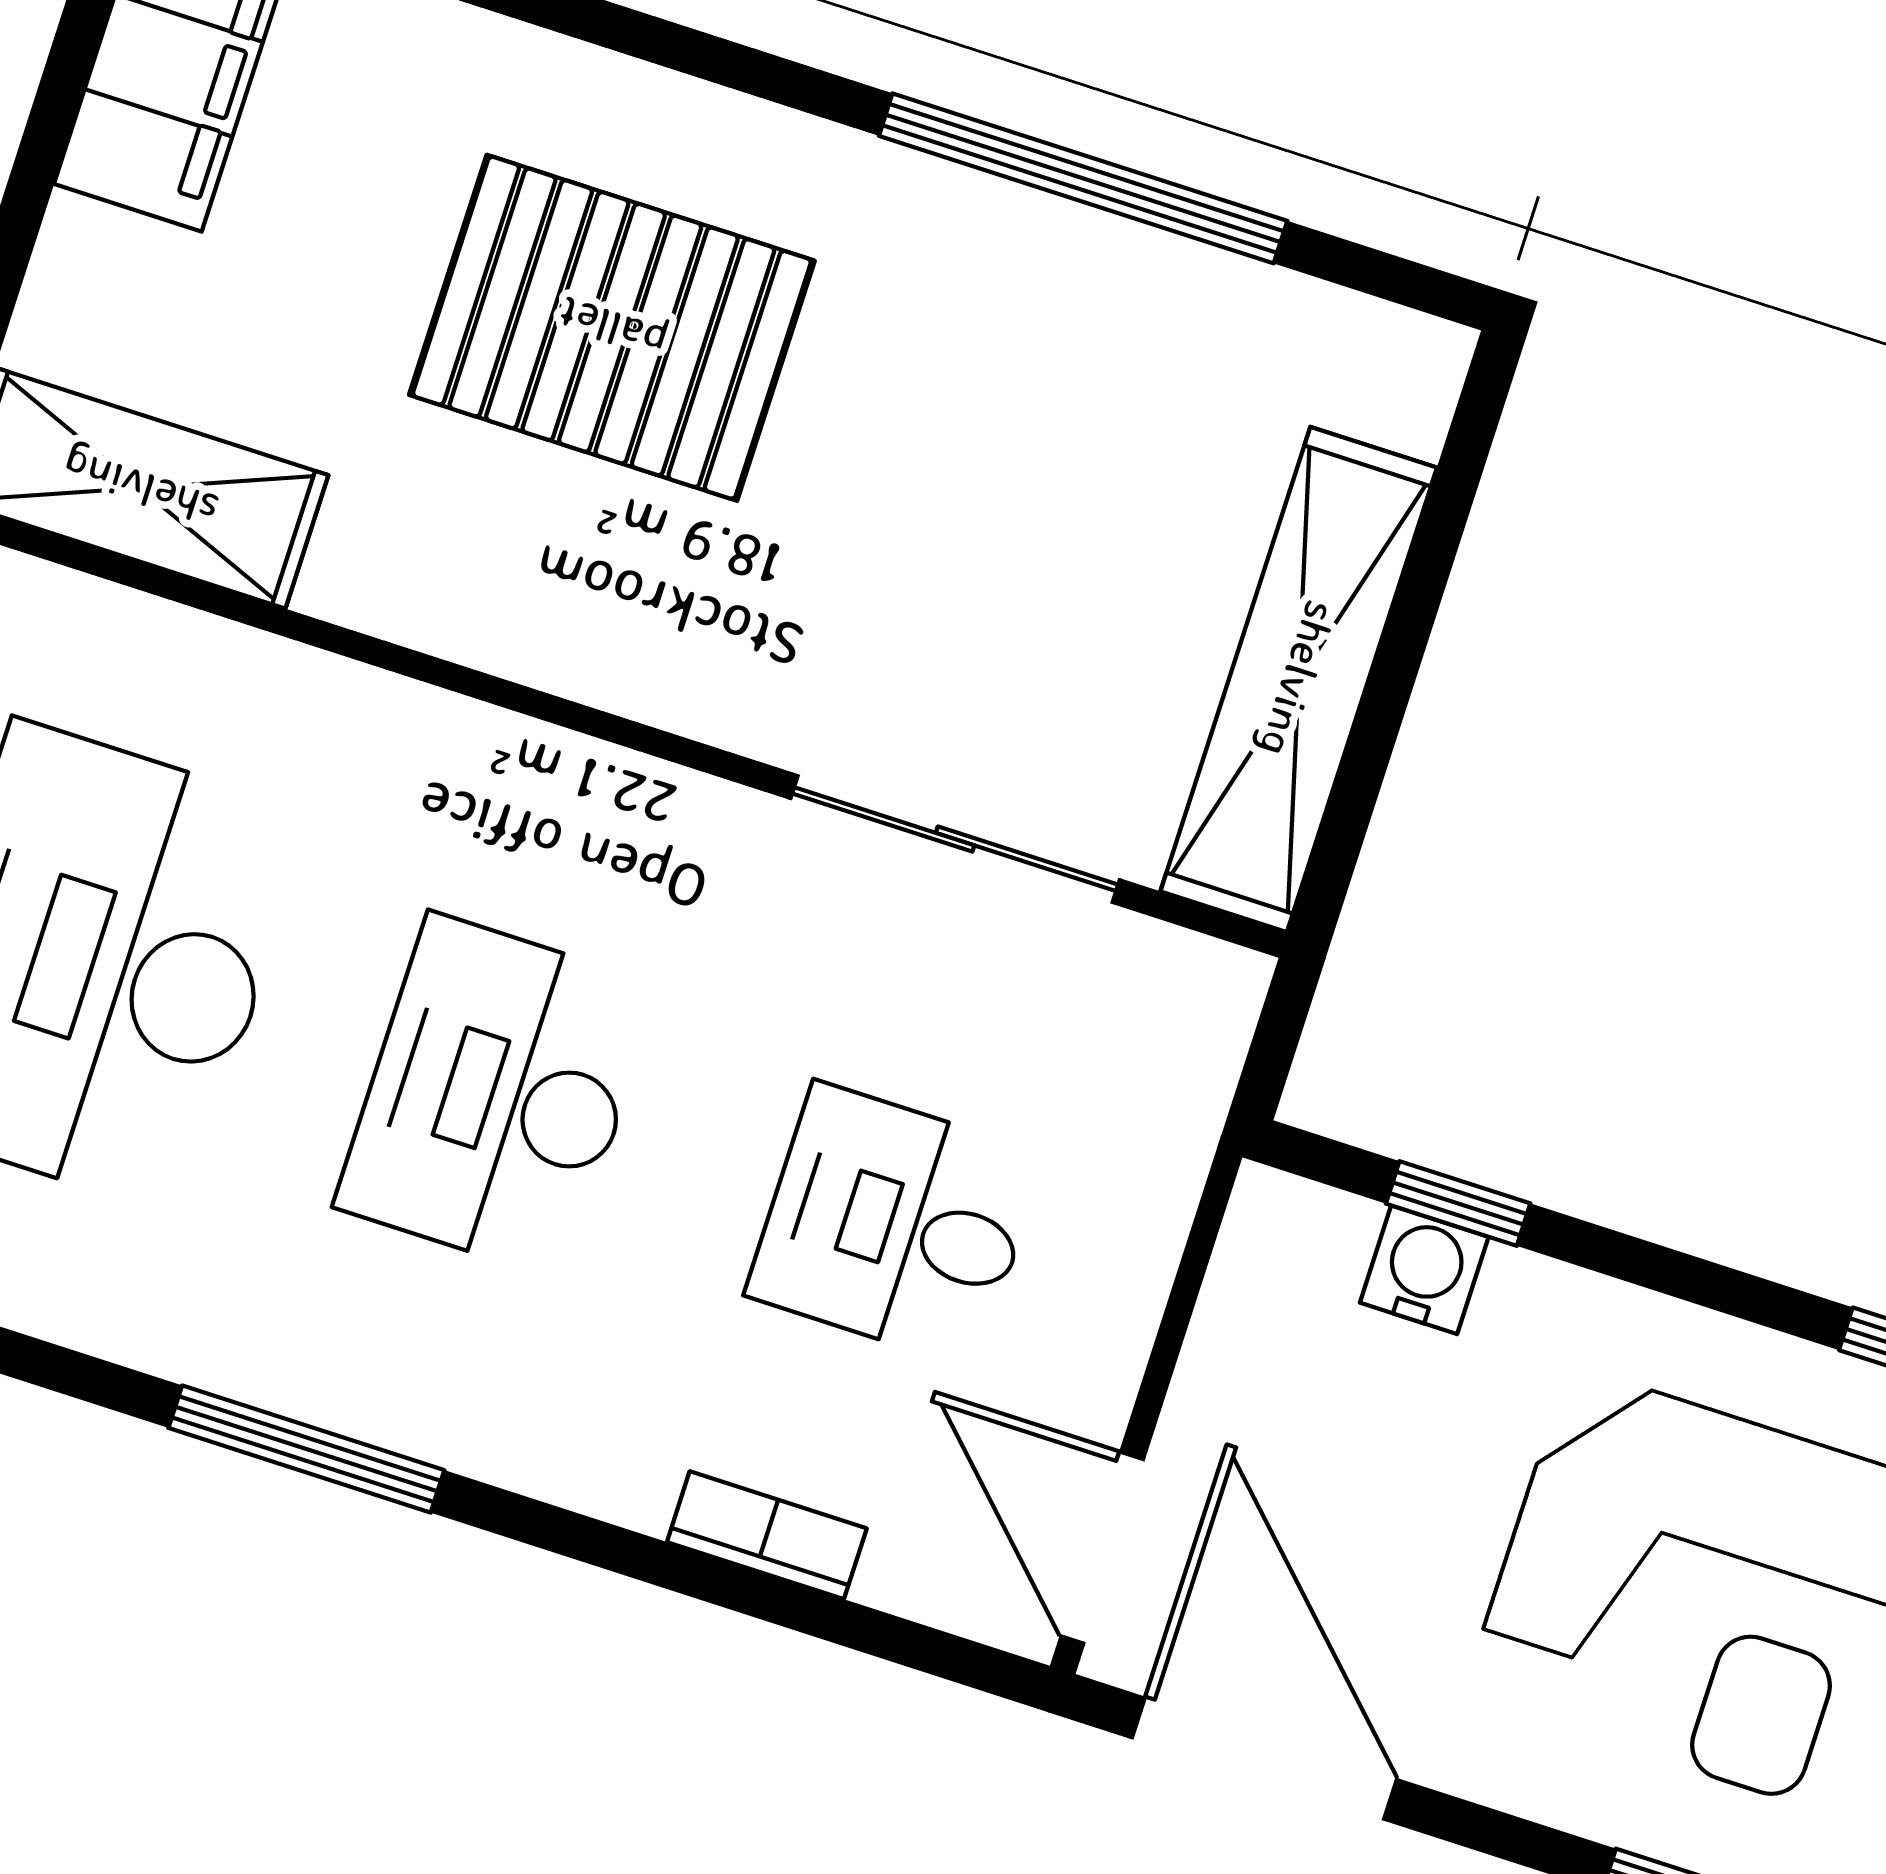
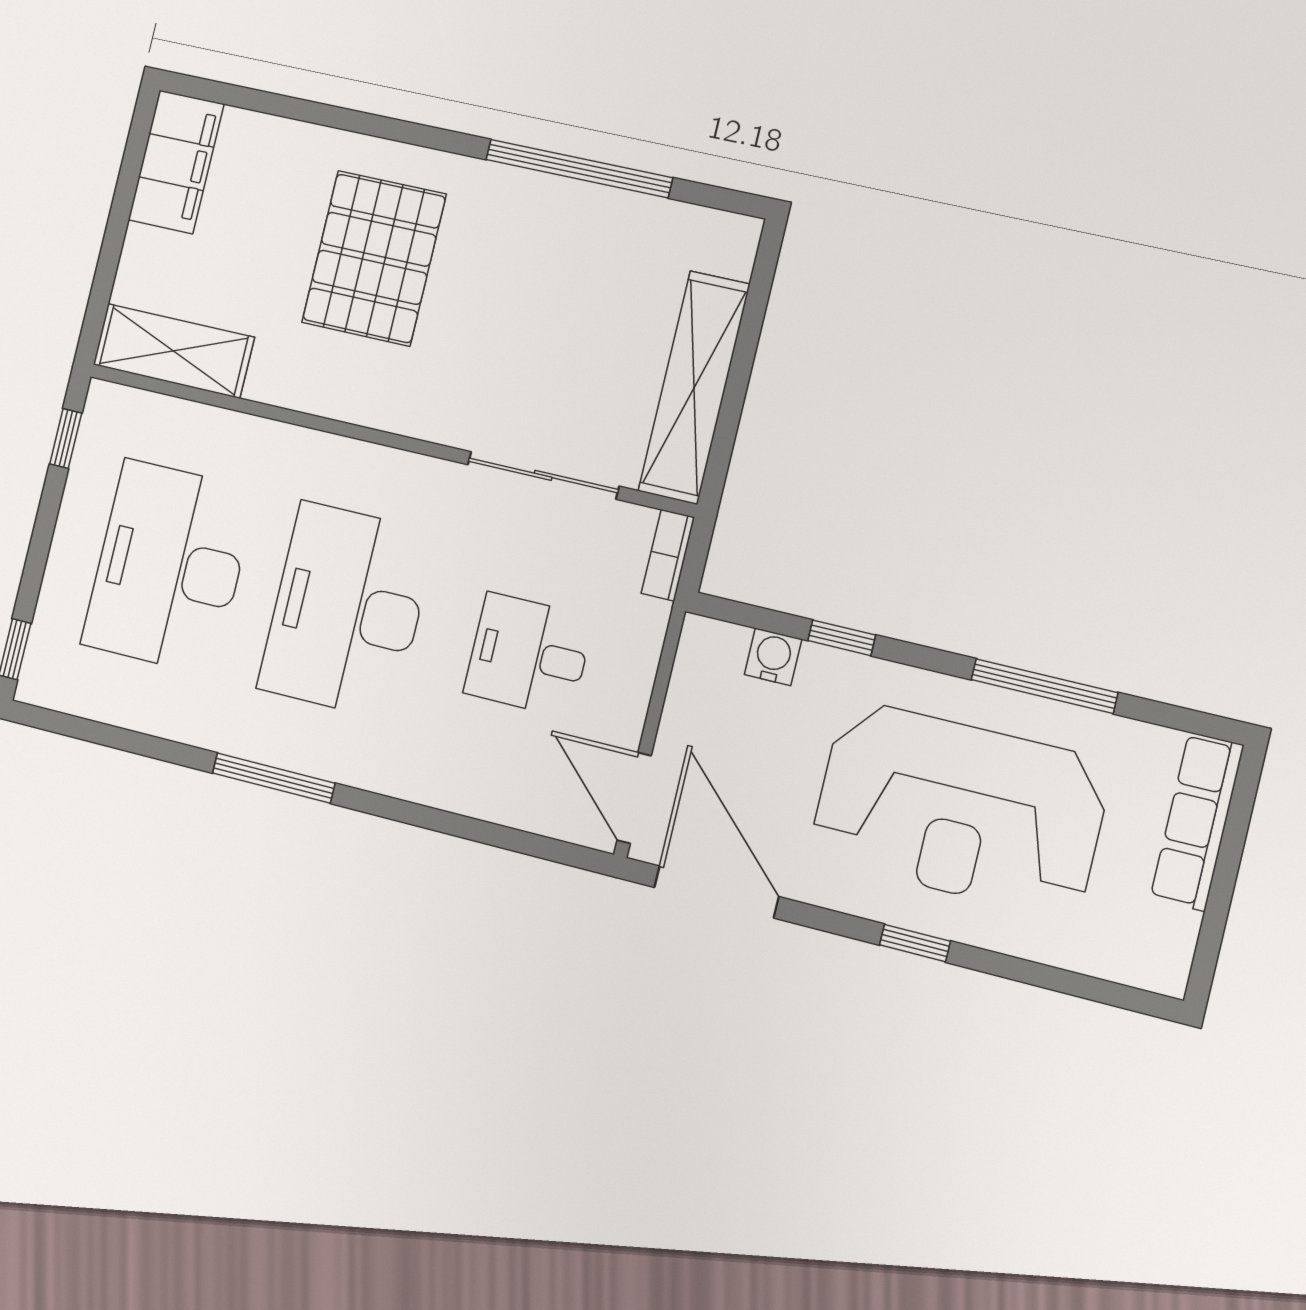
pallet: (612, 328) -> (374, 258), turned 90
desk: (497, 1096) -> (347, 611), width x1.36, depth x1.30
window: (1458, 1204) -> (842, 638), moved
bookcase: (767, 1535) -> (668, 555), moved, turned -90

